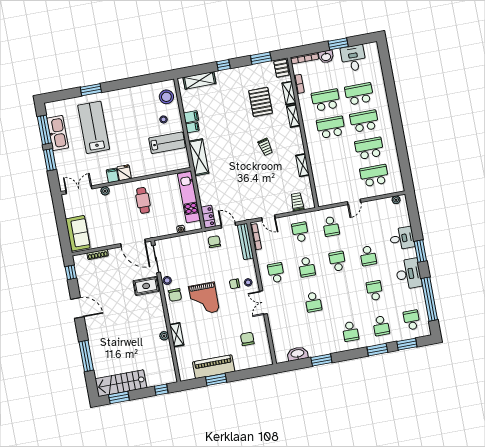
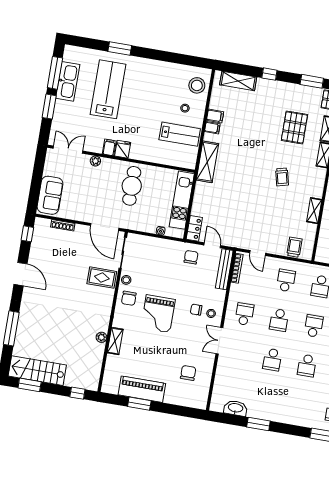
cafe table: (143, 200) -> (132, 186), width x1.37, depth x1.35
school desk: (350, 331) -> (307, 365), moved

